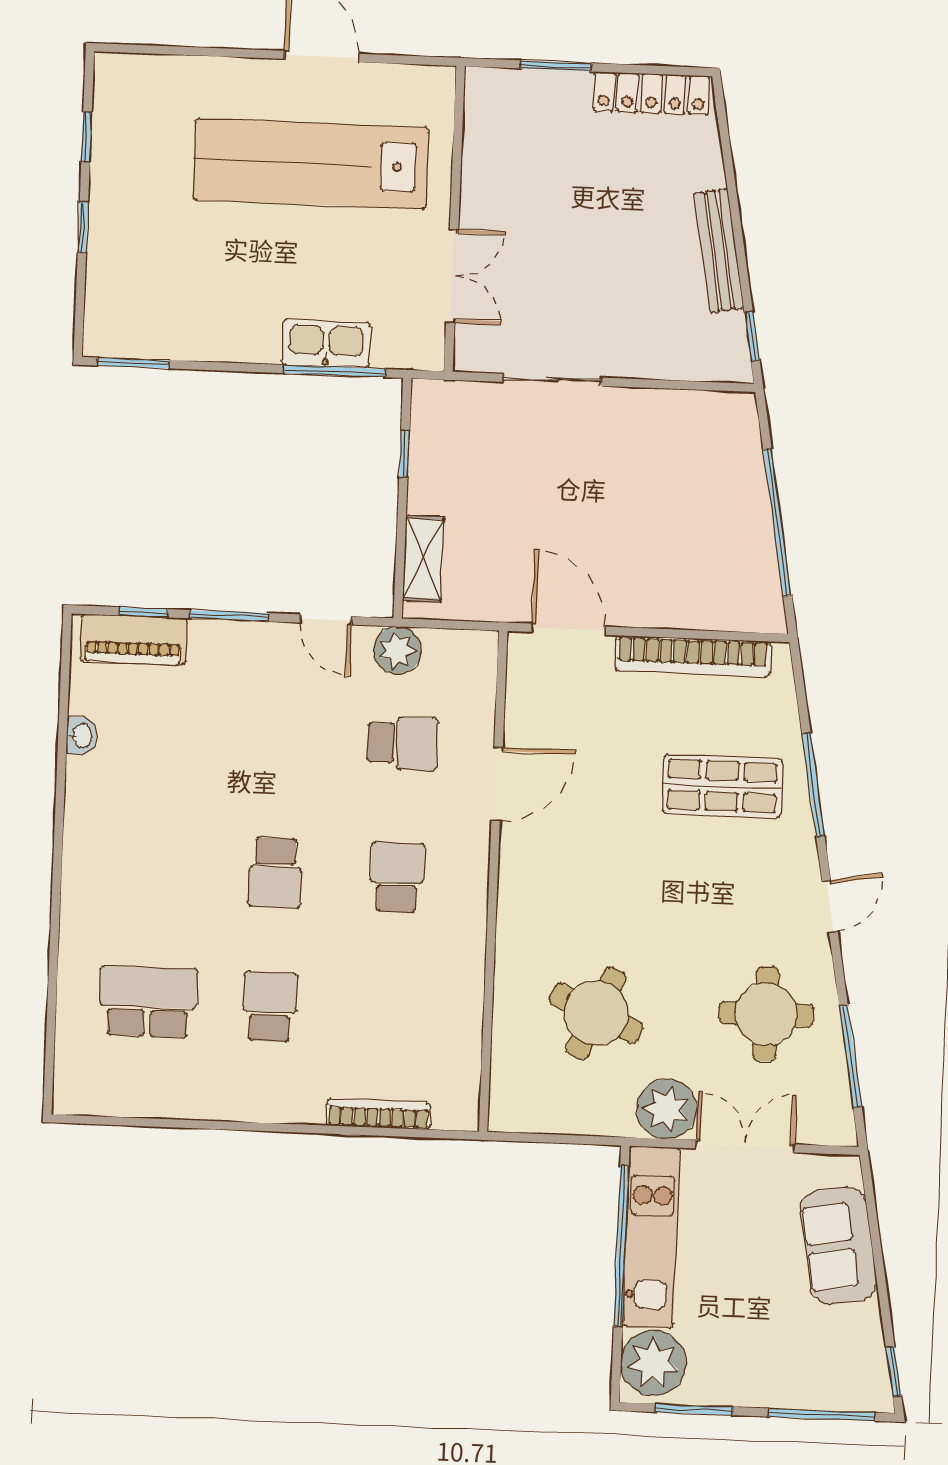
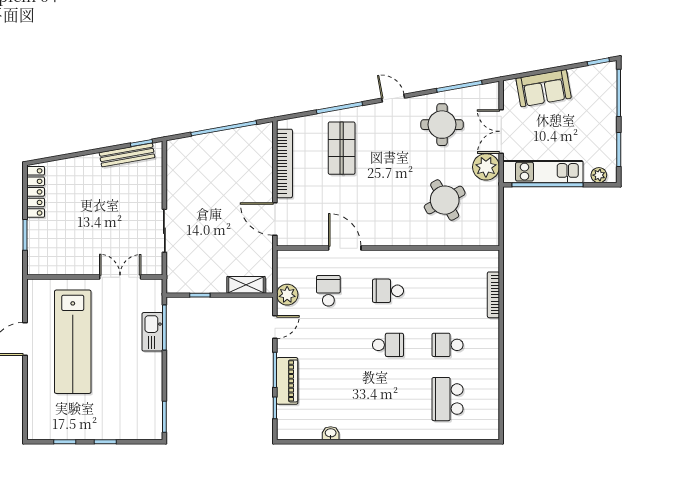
bench: (719, 251) -> (127, 155), moved
door: (569, 629) -> (275, 219), hinge flipped
piano: (133, 640) -> (287, 381), moved
round table: (596, 1013) -> (445, 200), turned 37
plant: (653, 1363) -> (599, 175), width x0.53, depth x0.53

